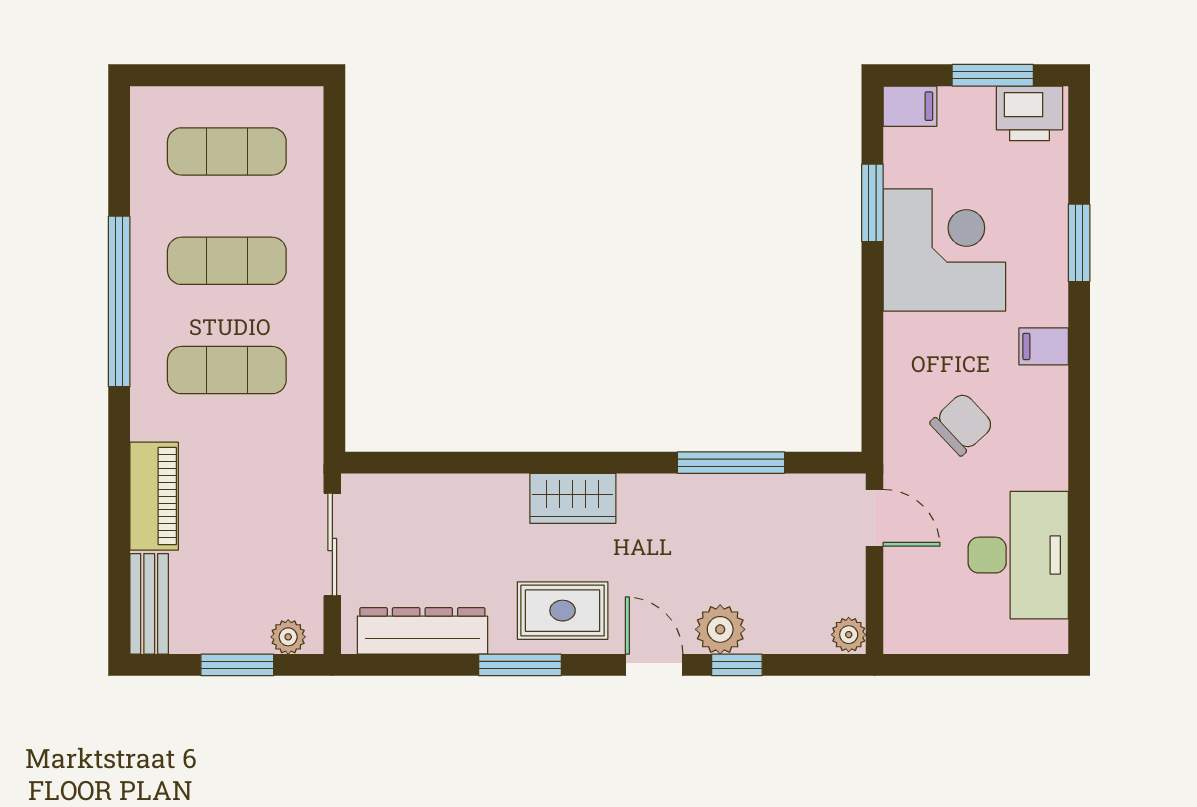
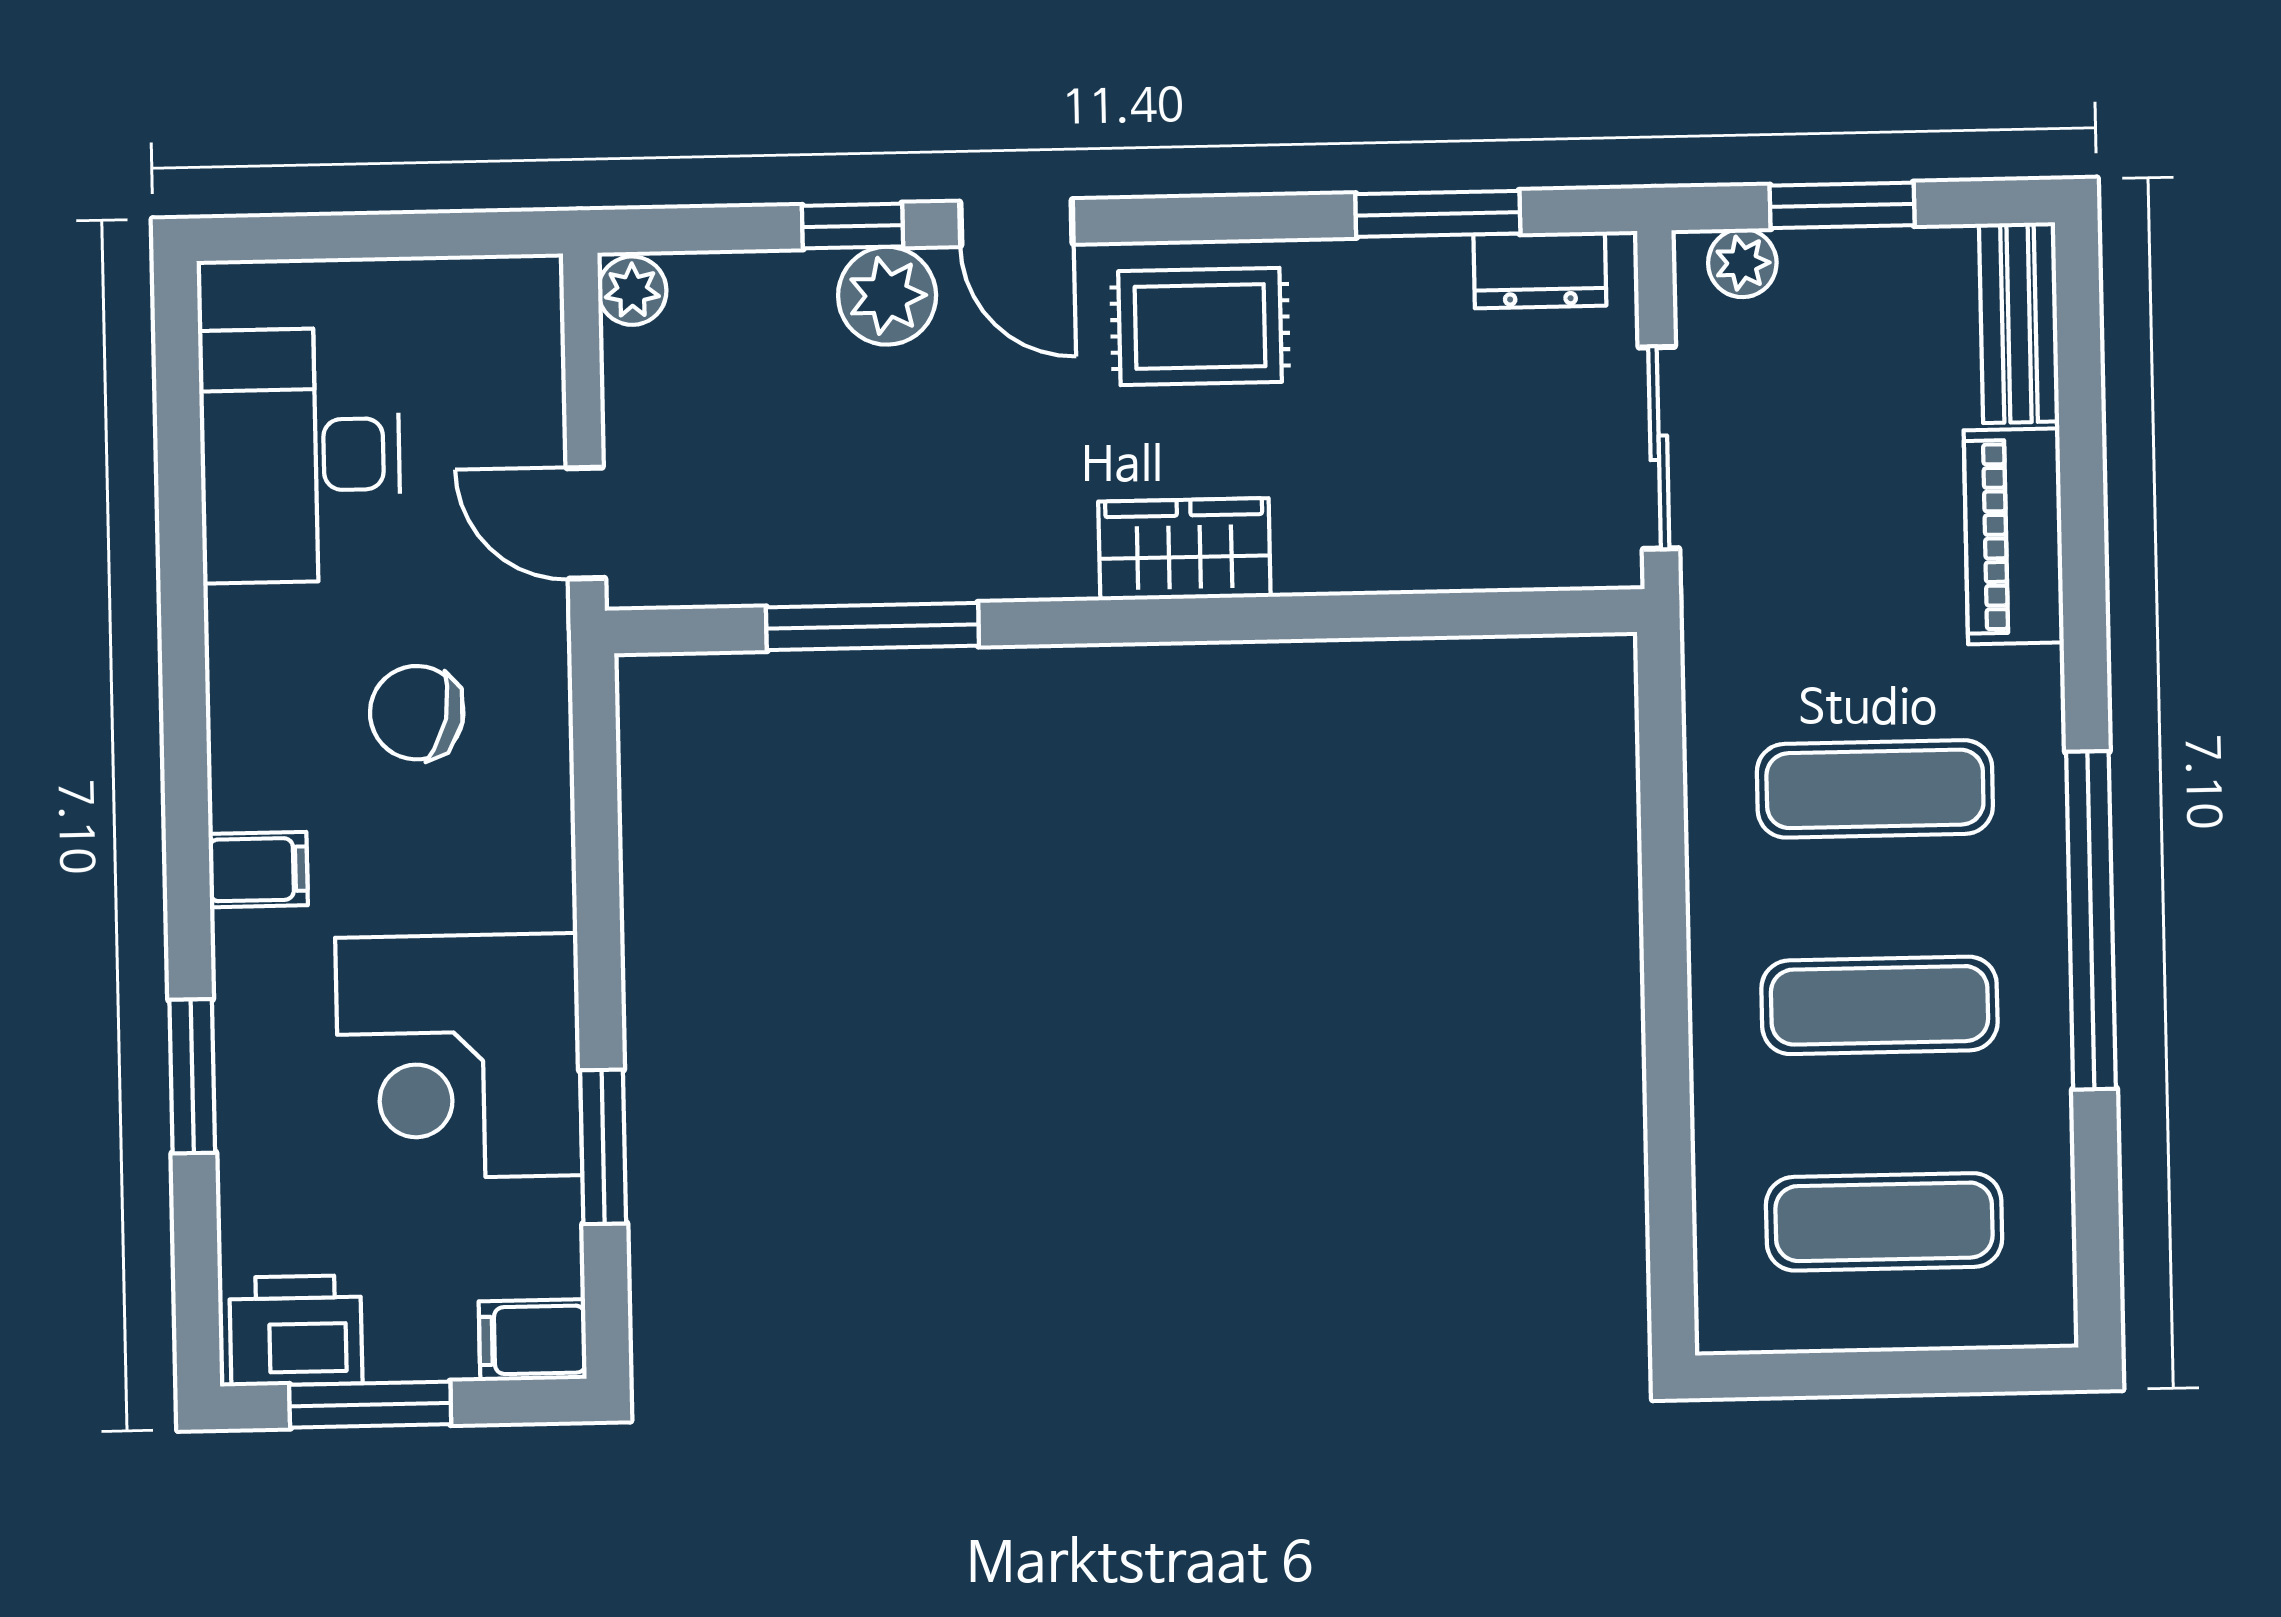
chair: (962, 424) -> (417, 713), turned 56
dresser: (422, 631) -> (1540, 270), width x0.51, depth x0.80
window: (520, 665) -> (1438, 214), moved

